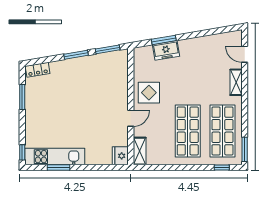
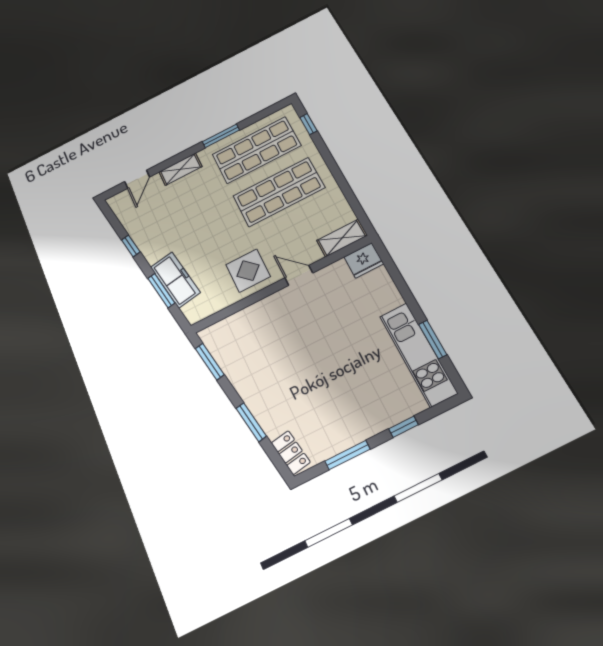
window: (202, 33) -> (131, 246), added
freezer: (166, 50) -> (175, 280), width x1.40
window: (76, 55) -> (251, 422), moved
window: (245, 149) -> (221, 136), moved
window: (22, 152) -> (404, 427), moved

